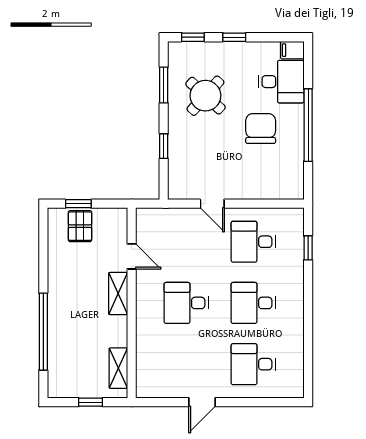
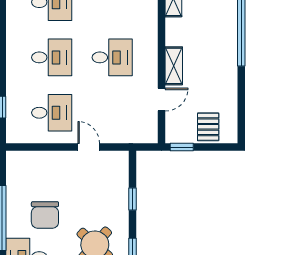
window: (78, 204) -> (182, 147), moved
door: (132, 256) -> (162, 100), swing flipped

